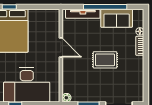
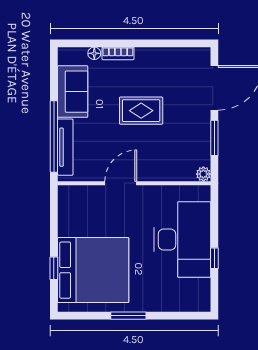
window: (105, 7) -> (54, 136), moved
rug: (105, 60) -> (141, 111), turned 90

